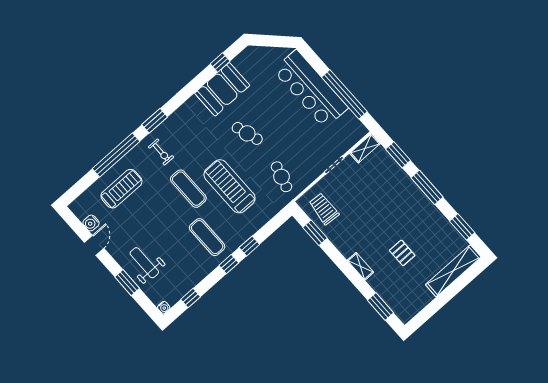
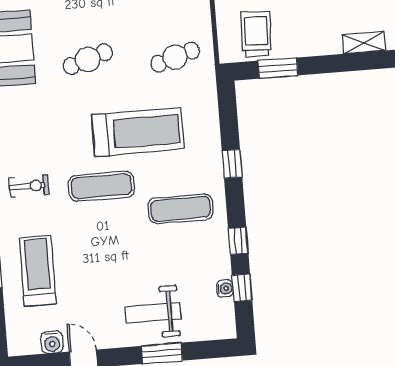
cafe table: (281, 177) -> (175, 57), turned -33
treadmill: (230, 186) -> (138, 132), turned 180
trolley: (324, 209) -> (256, 34), turned 88
window: (229, 264) -> (238, 241), moved
water cooler: (164, 307) -> (225, 288), moved

